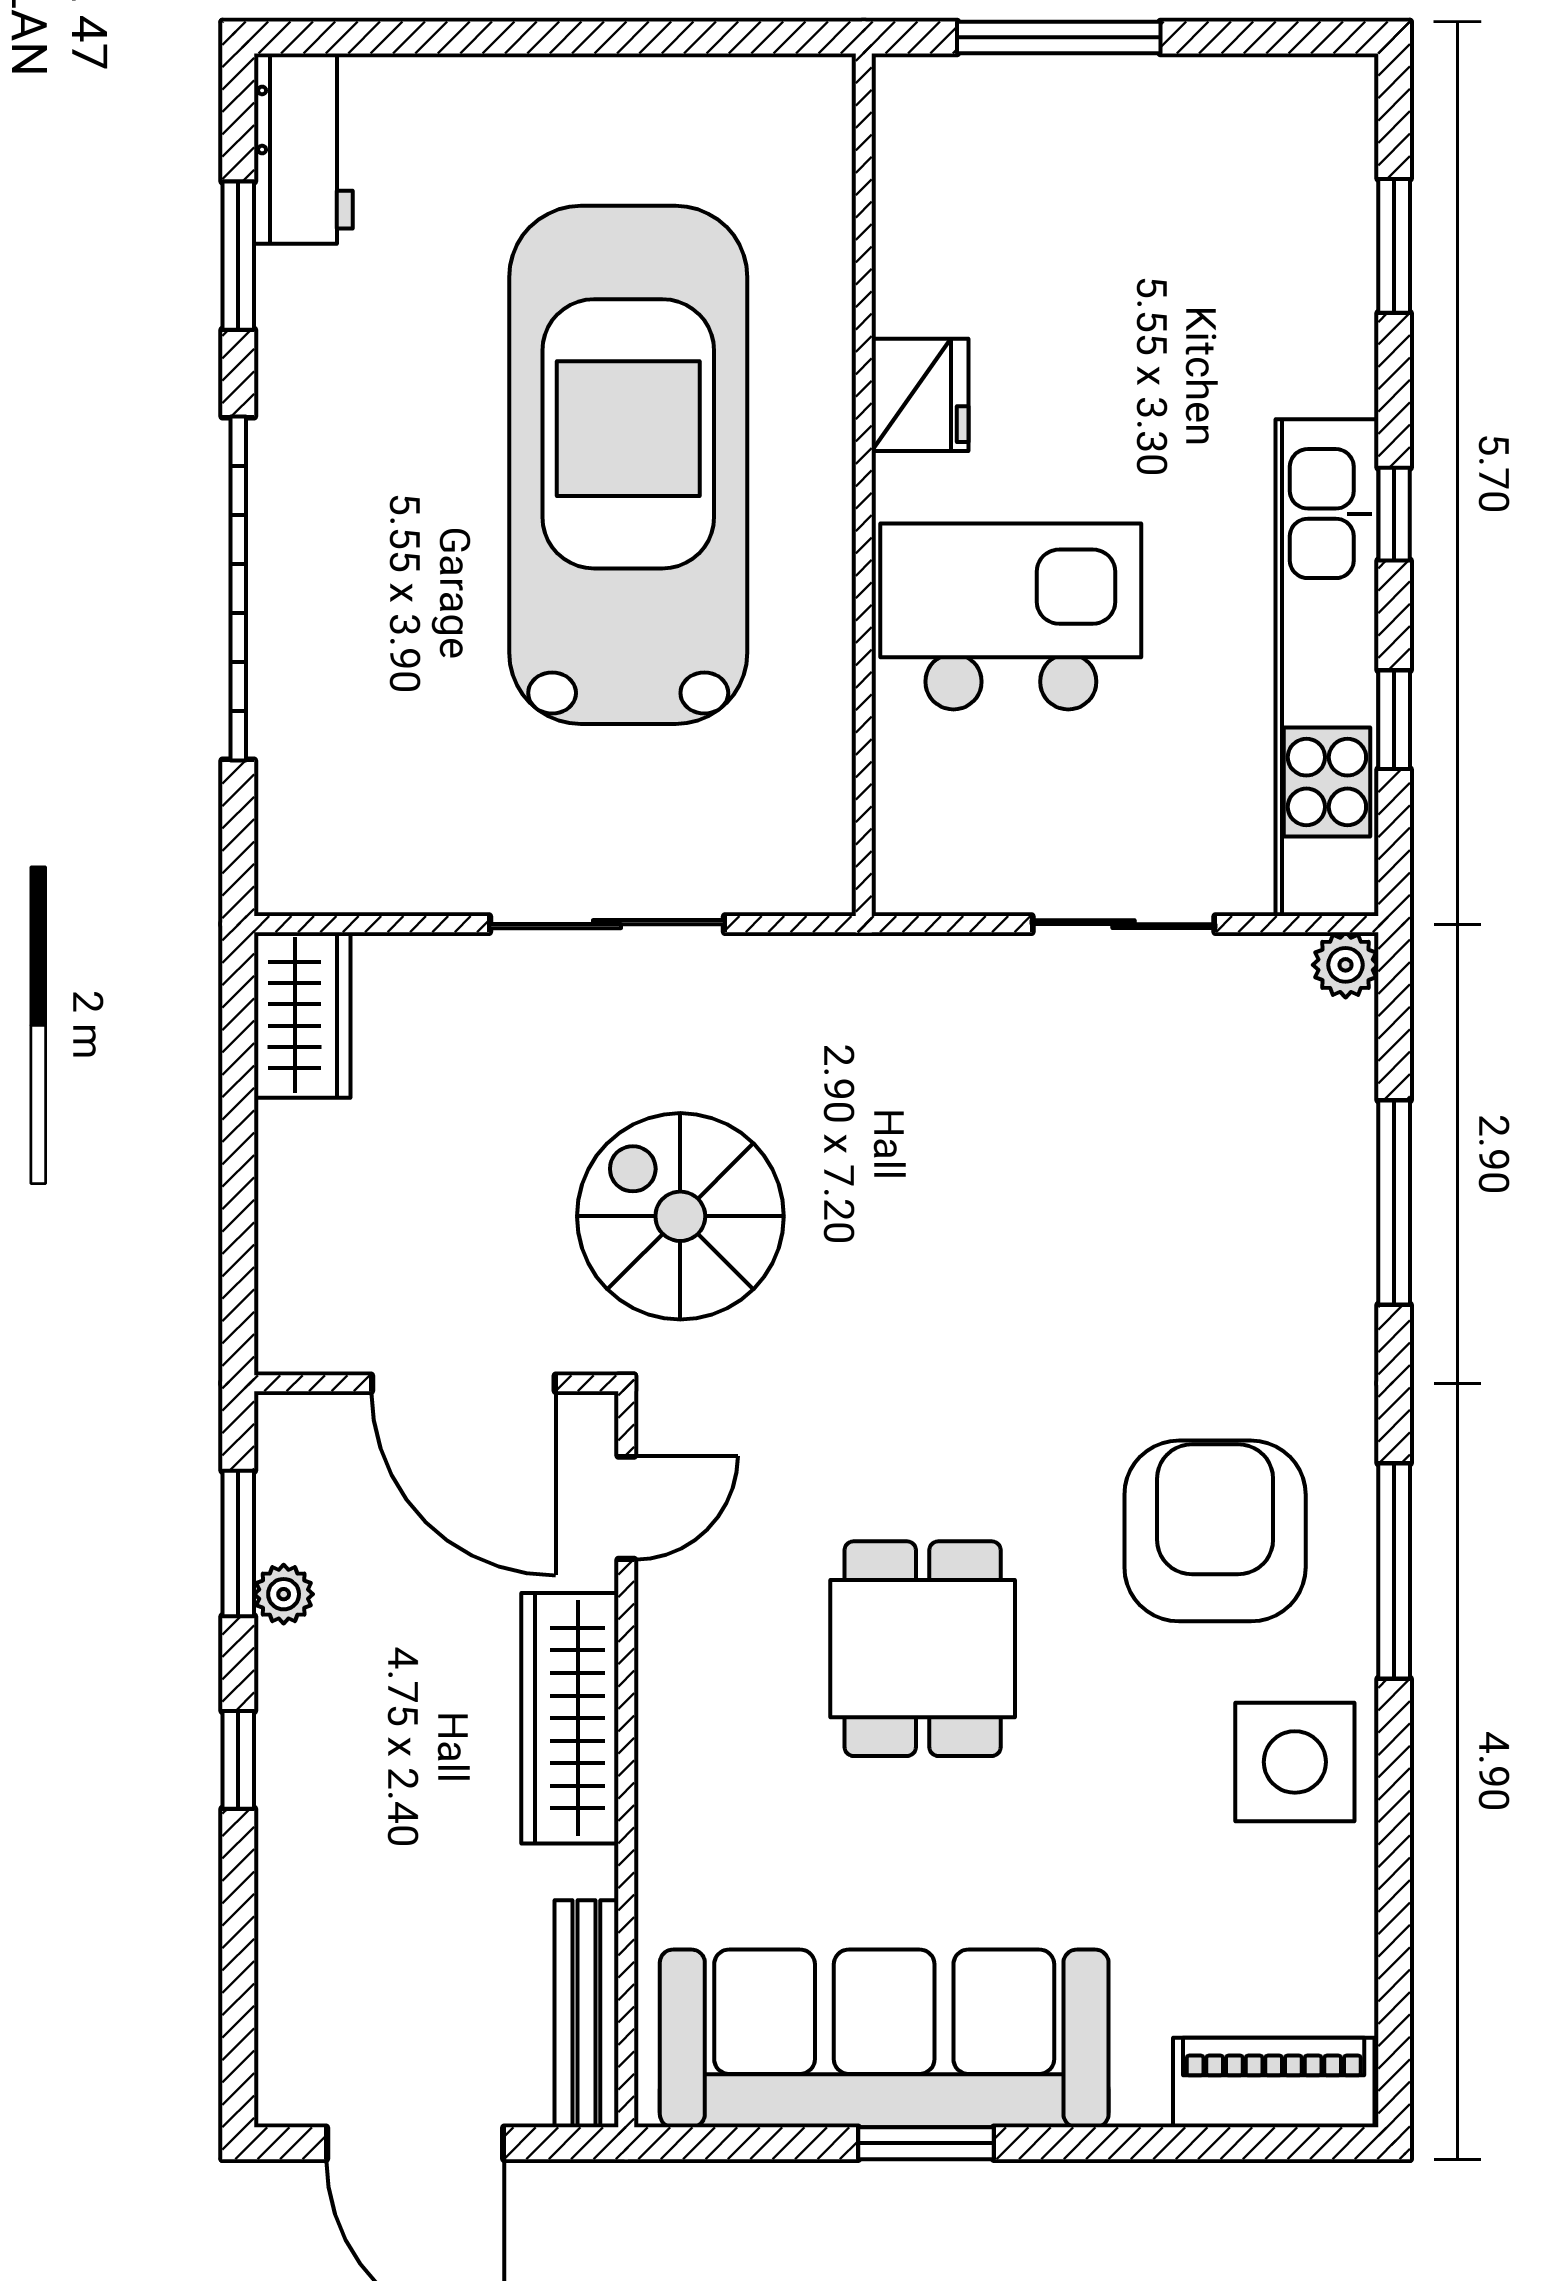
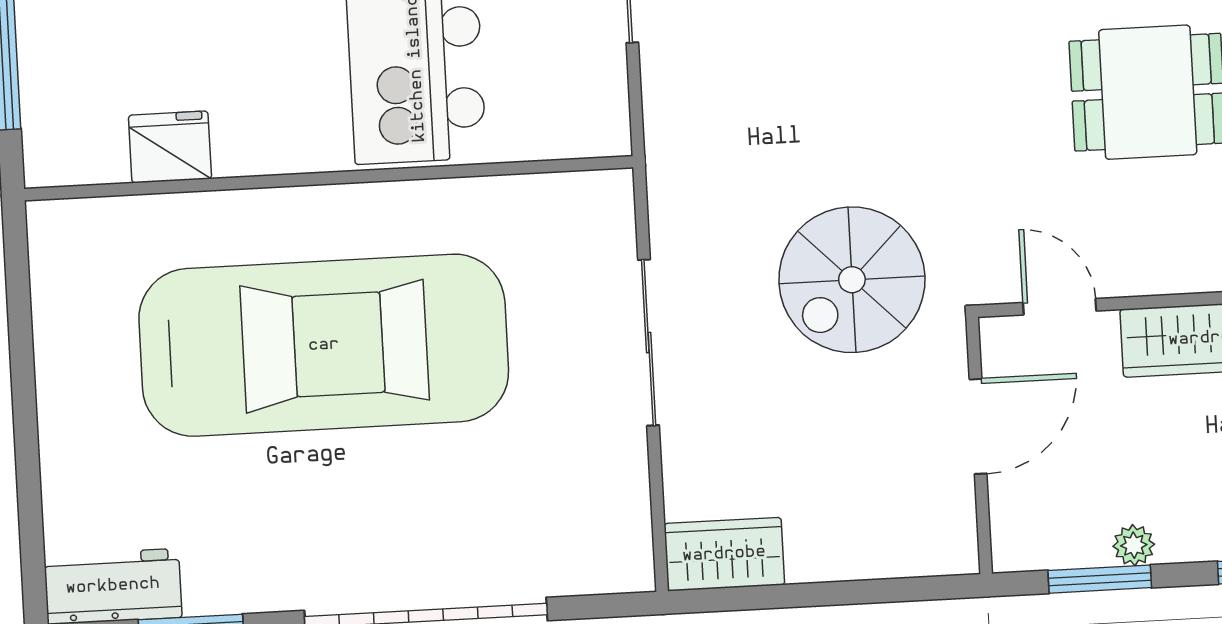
fridge: (920, 395) -> (170, 147), moved
car: (628, 465) -> (324, 345), turned 180
door: (463, 1383) -> (978, 426), width x0.73

